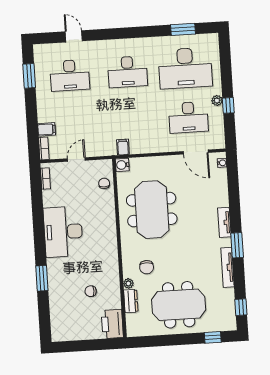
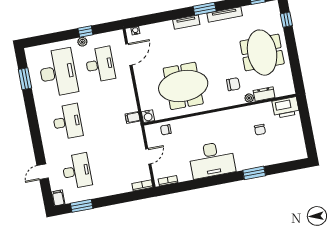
filing cabinet: (47, 129) -> (58, 198), moved
door: (76, 159) -> (148, 156), swing flipped

